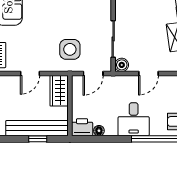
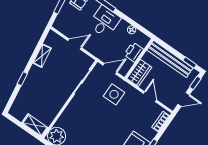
boiler: (122, 65) -> (88, 62), removed
door: (30, 73) -> (150, 97), hinge flipped
printer: (82, 127) -> (134, 52), moved, turned 90
window: (38, 139) -> (190, 62), moved

